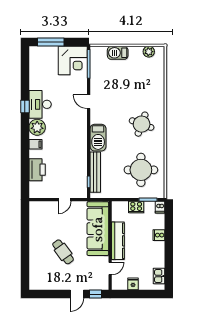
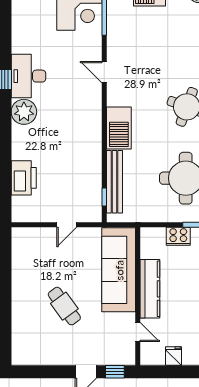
filing cabinet: (35, 144) -> (21, 138), removed
door: (110, 268) -> (138, 332), hinge flipped

